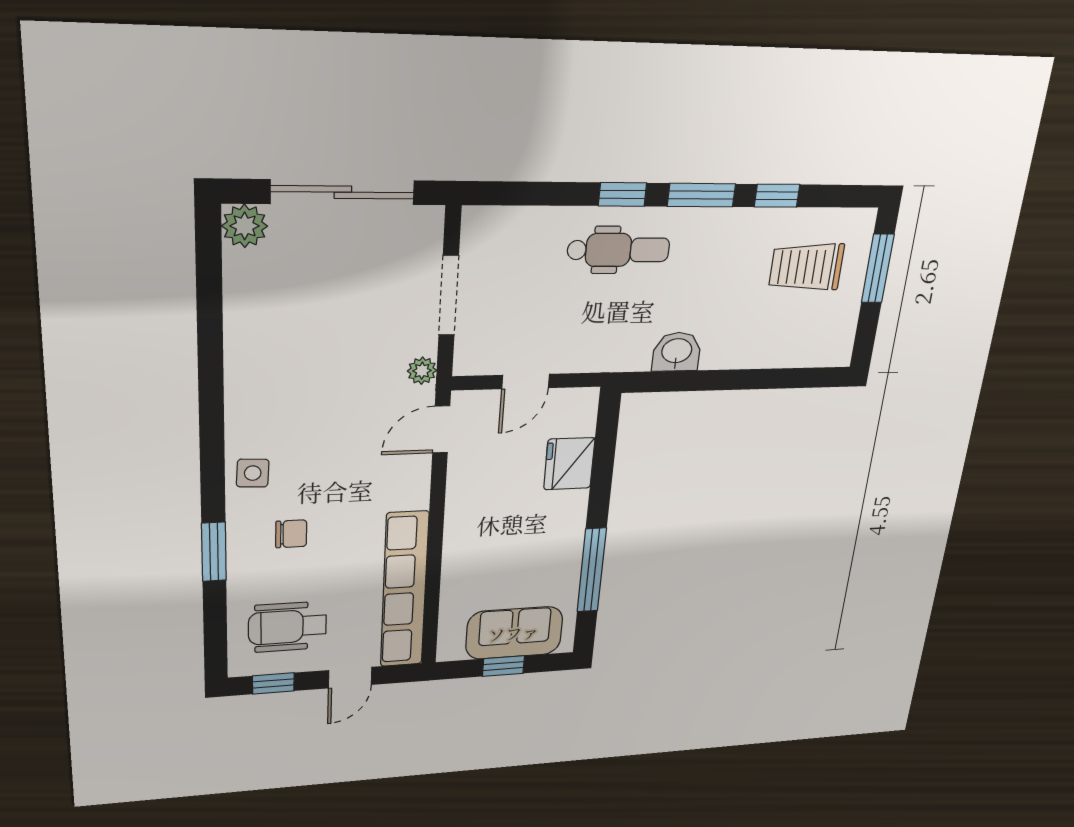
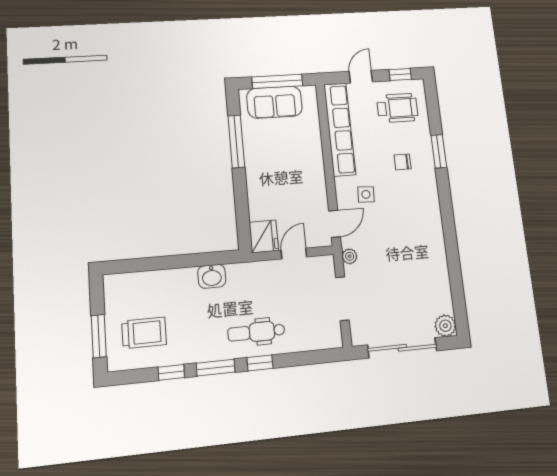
fridge: (569, 464) -> (264, 236), moved
side table: (253, 473) -> (366, 194), moved
window: (503, 666) -> (277, 81), width x2.17

